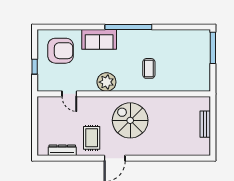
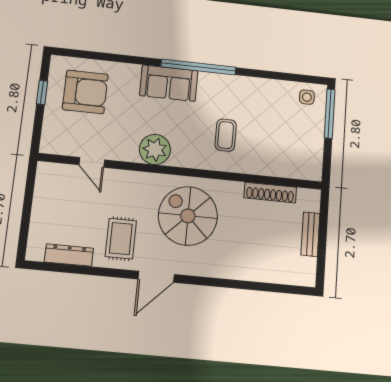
sofa: (99, 39) -> (169, 83), moved
side table: (198, 39) -> (307, 97), added
window: (35, 67) -> (42, 93), moved
shoe rack: (179, 101) -> (270, 193), added

